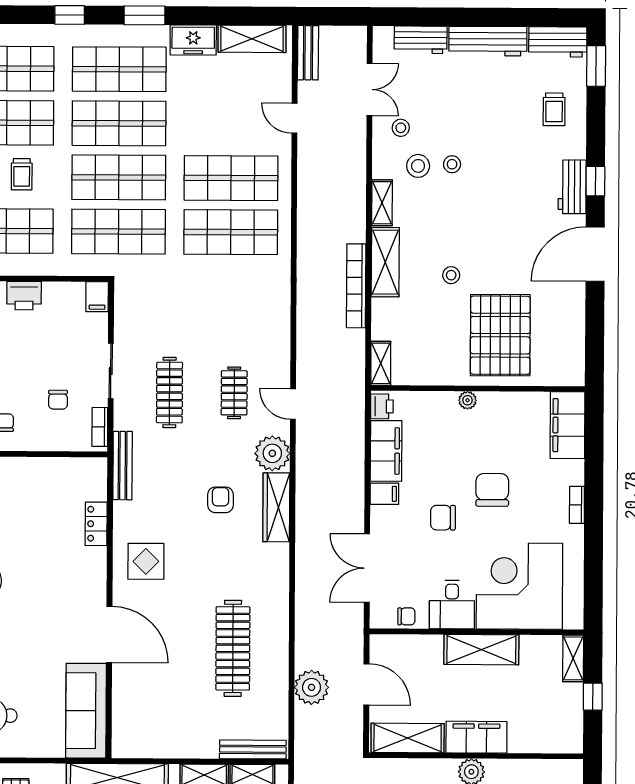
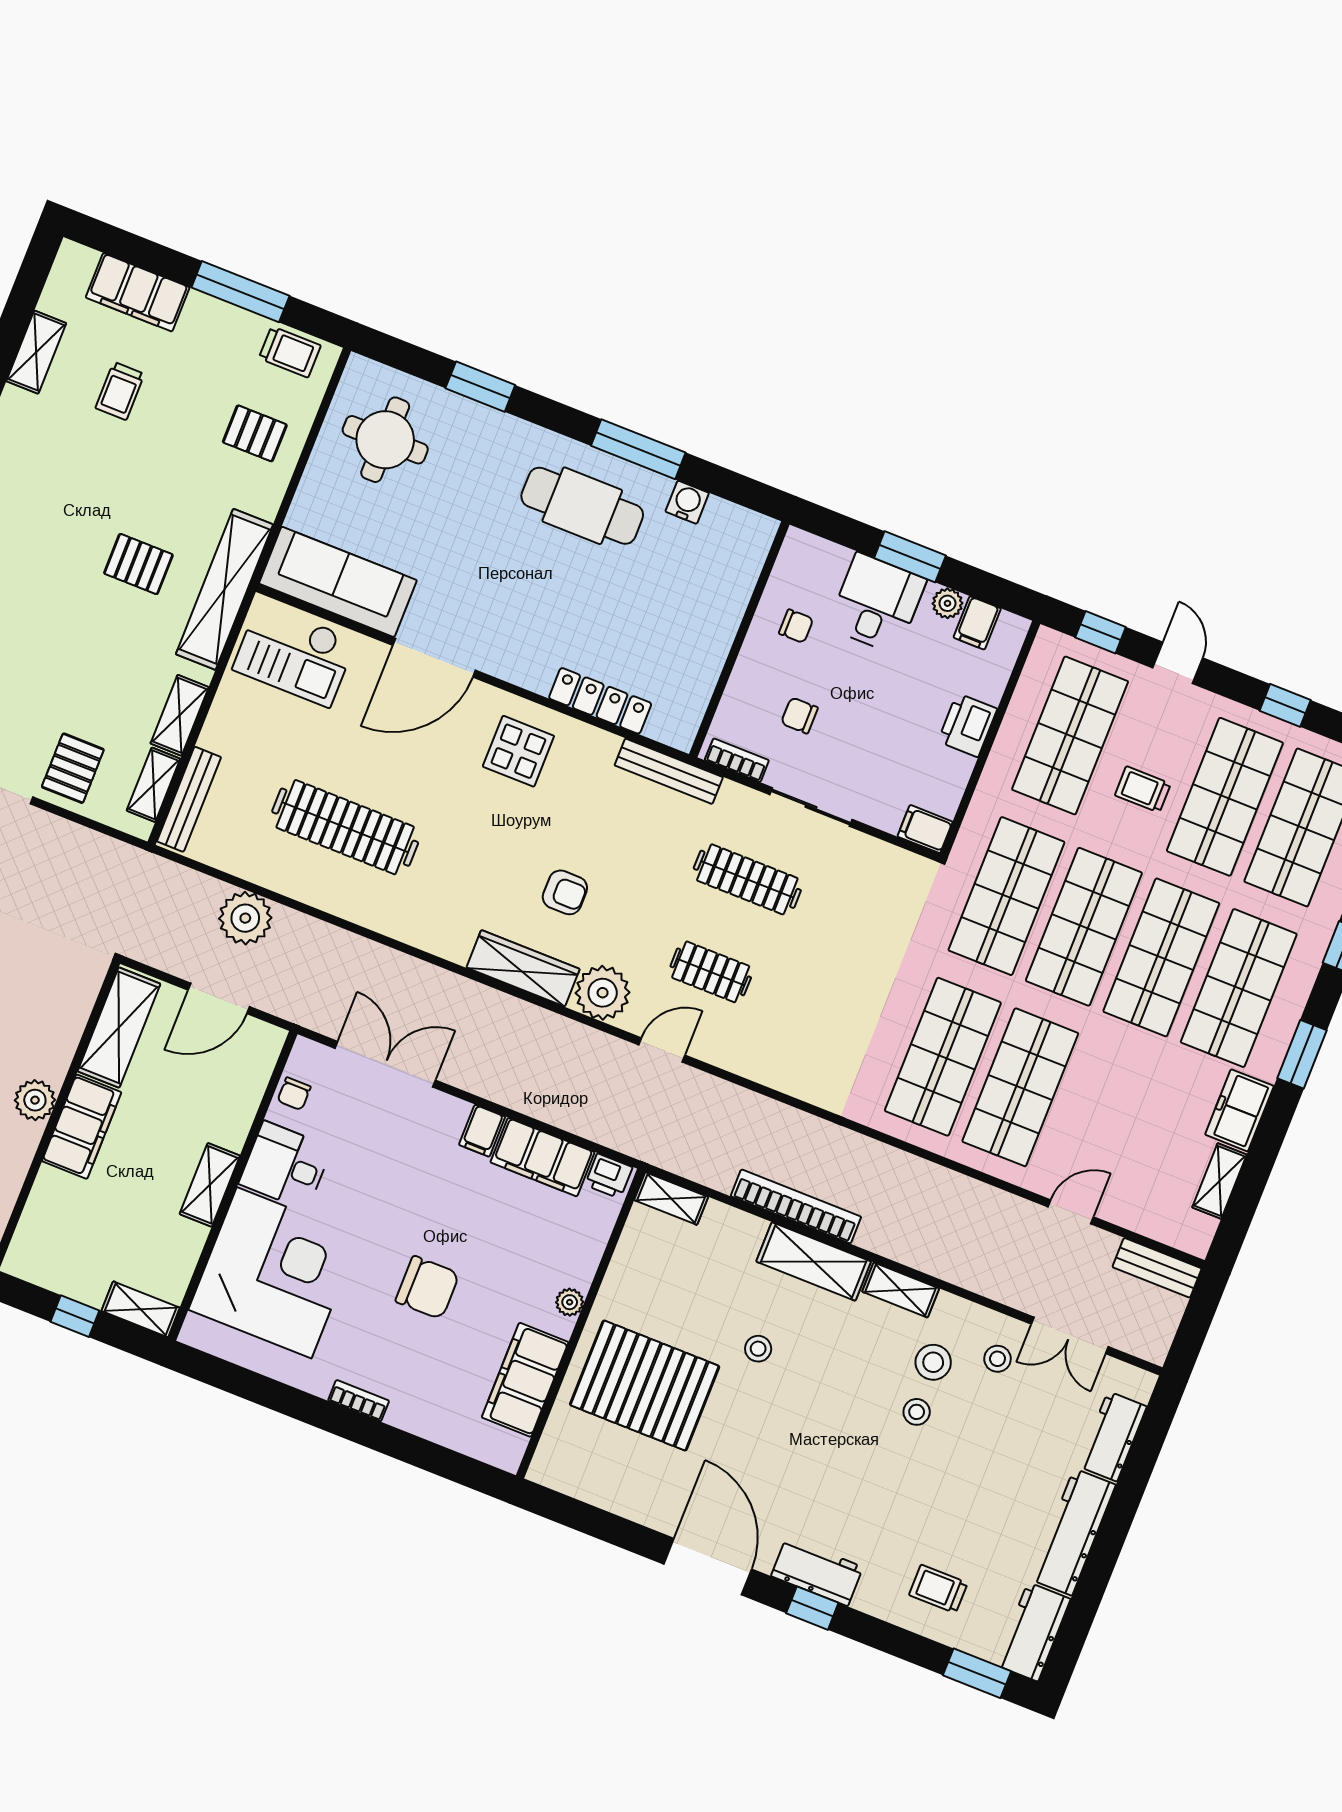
shelving: (252, 39) -> (1219, 1181), width x0.67, depth x0.75
filing cabinet: (568, 425) -> (525, 1380), moved, turned -90
chair: (443, 518) -> (415, 1201), removed
locker: (96, 524) -> (600, 701), width x1.53
shelving: (481, 650) -> (210, 1185), width x0.67, depth x0.75
checkout: (140, 720) -> (294, 655), added

